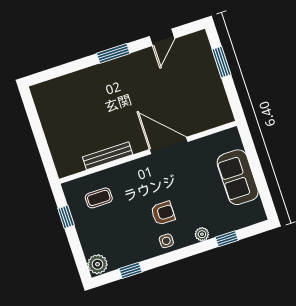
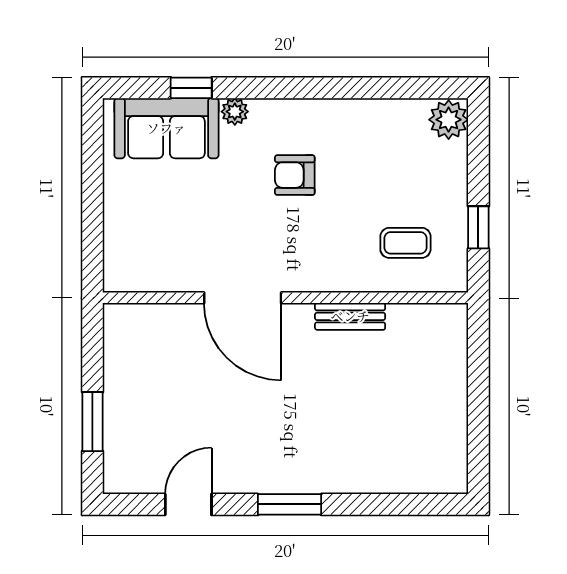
bench: (108, 156) -> (350, 316), width x0.73
sofa: (238, 177) -> (166, 128), moved, turned 90
side table: (166, 241) -> (305, 121), removed
window: (130, 270) -> (391, 88), removed

